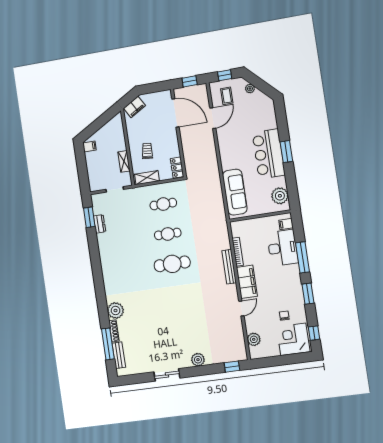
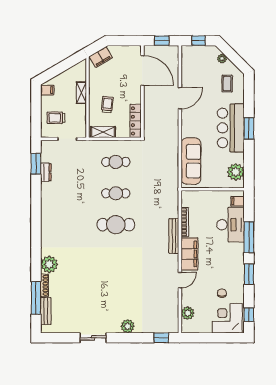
coffee table: (227, 96) -> (227, 84), moved
door: (213, 118) -> (180, 98), moved
shelving: (124, 161) -> (81, 93), moved
locker: (177, 168) -> (136, 121), width x1.53
trolley: (101, 171) -> (56, 118), added

